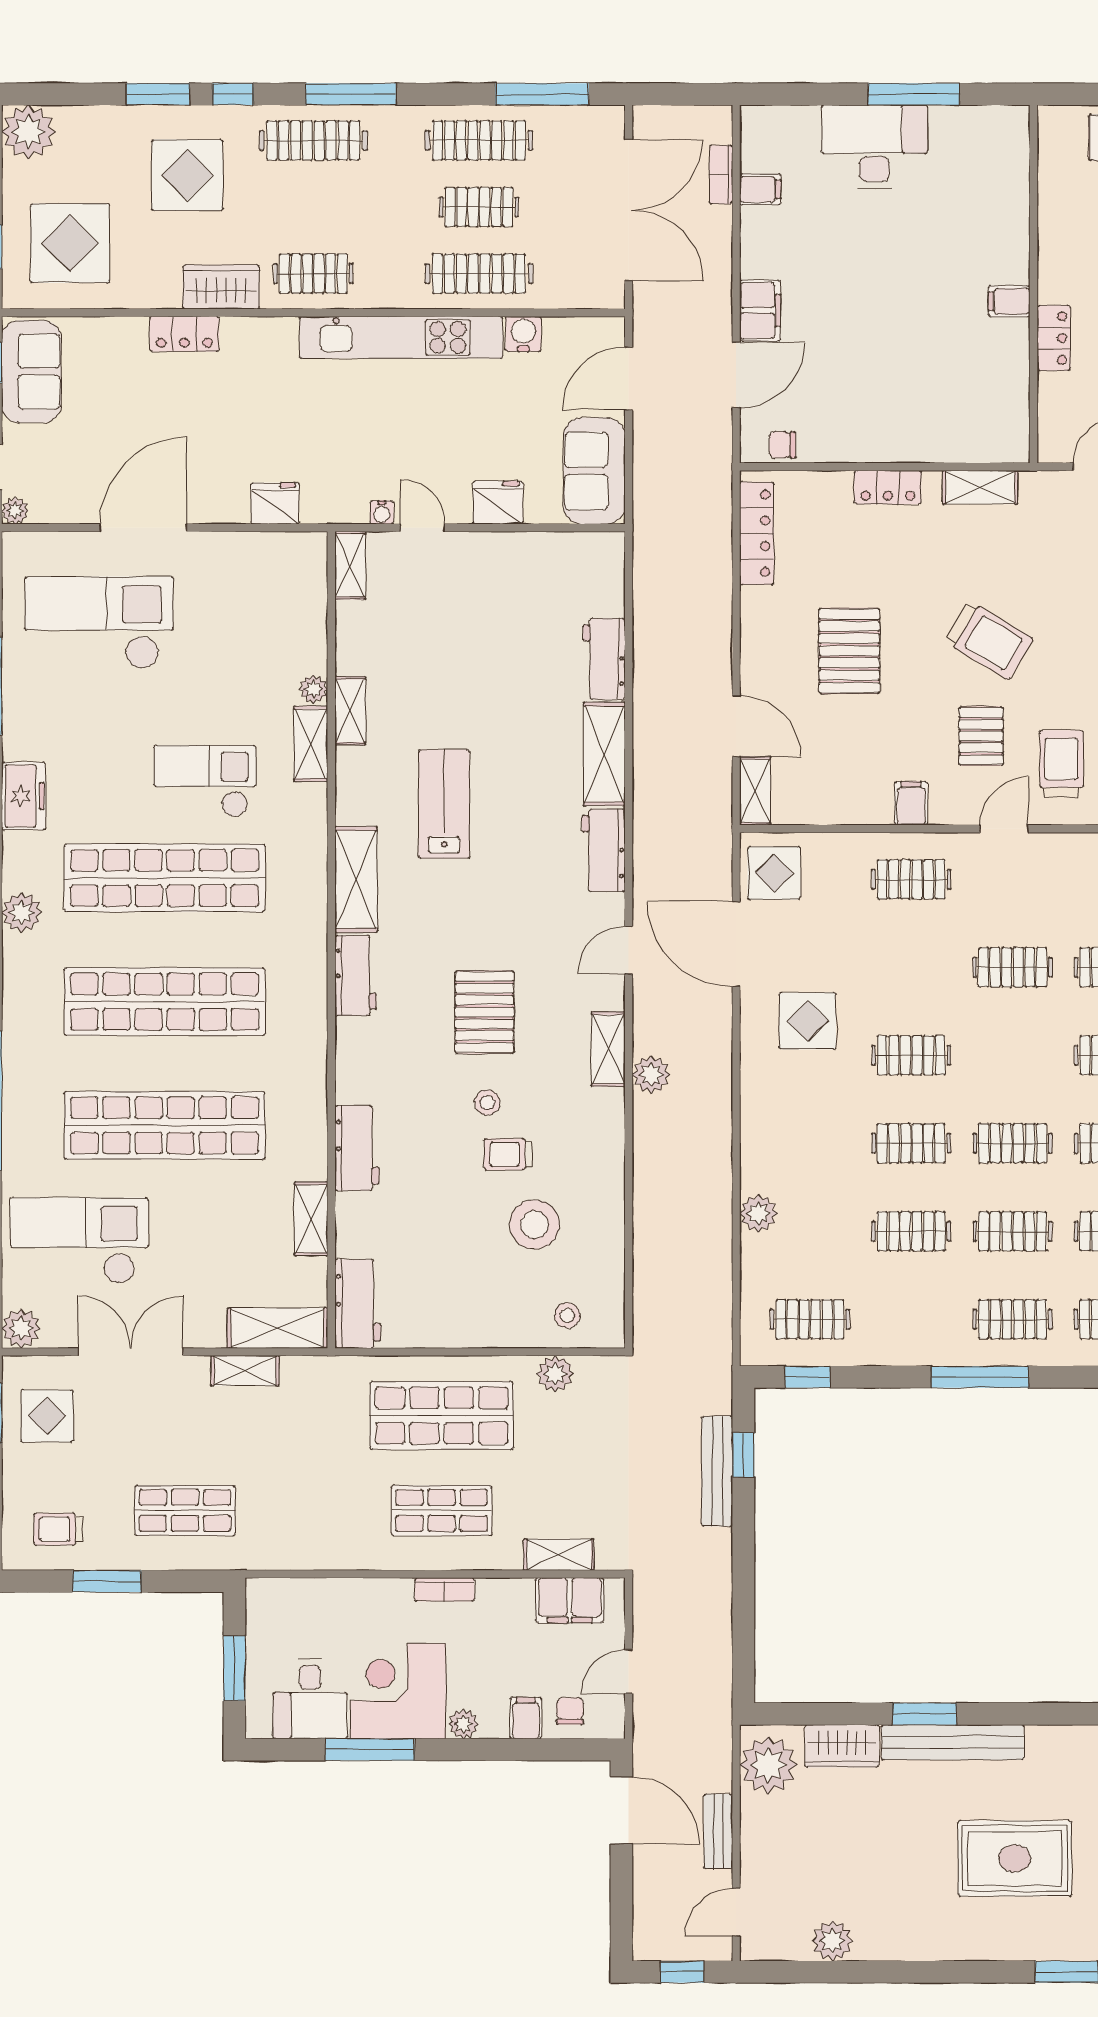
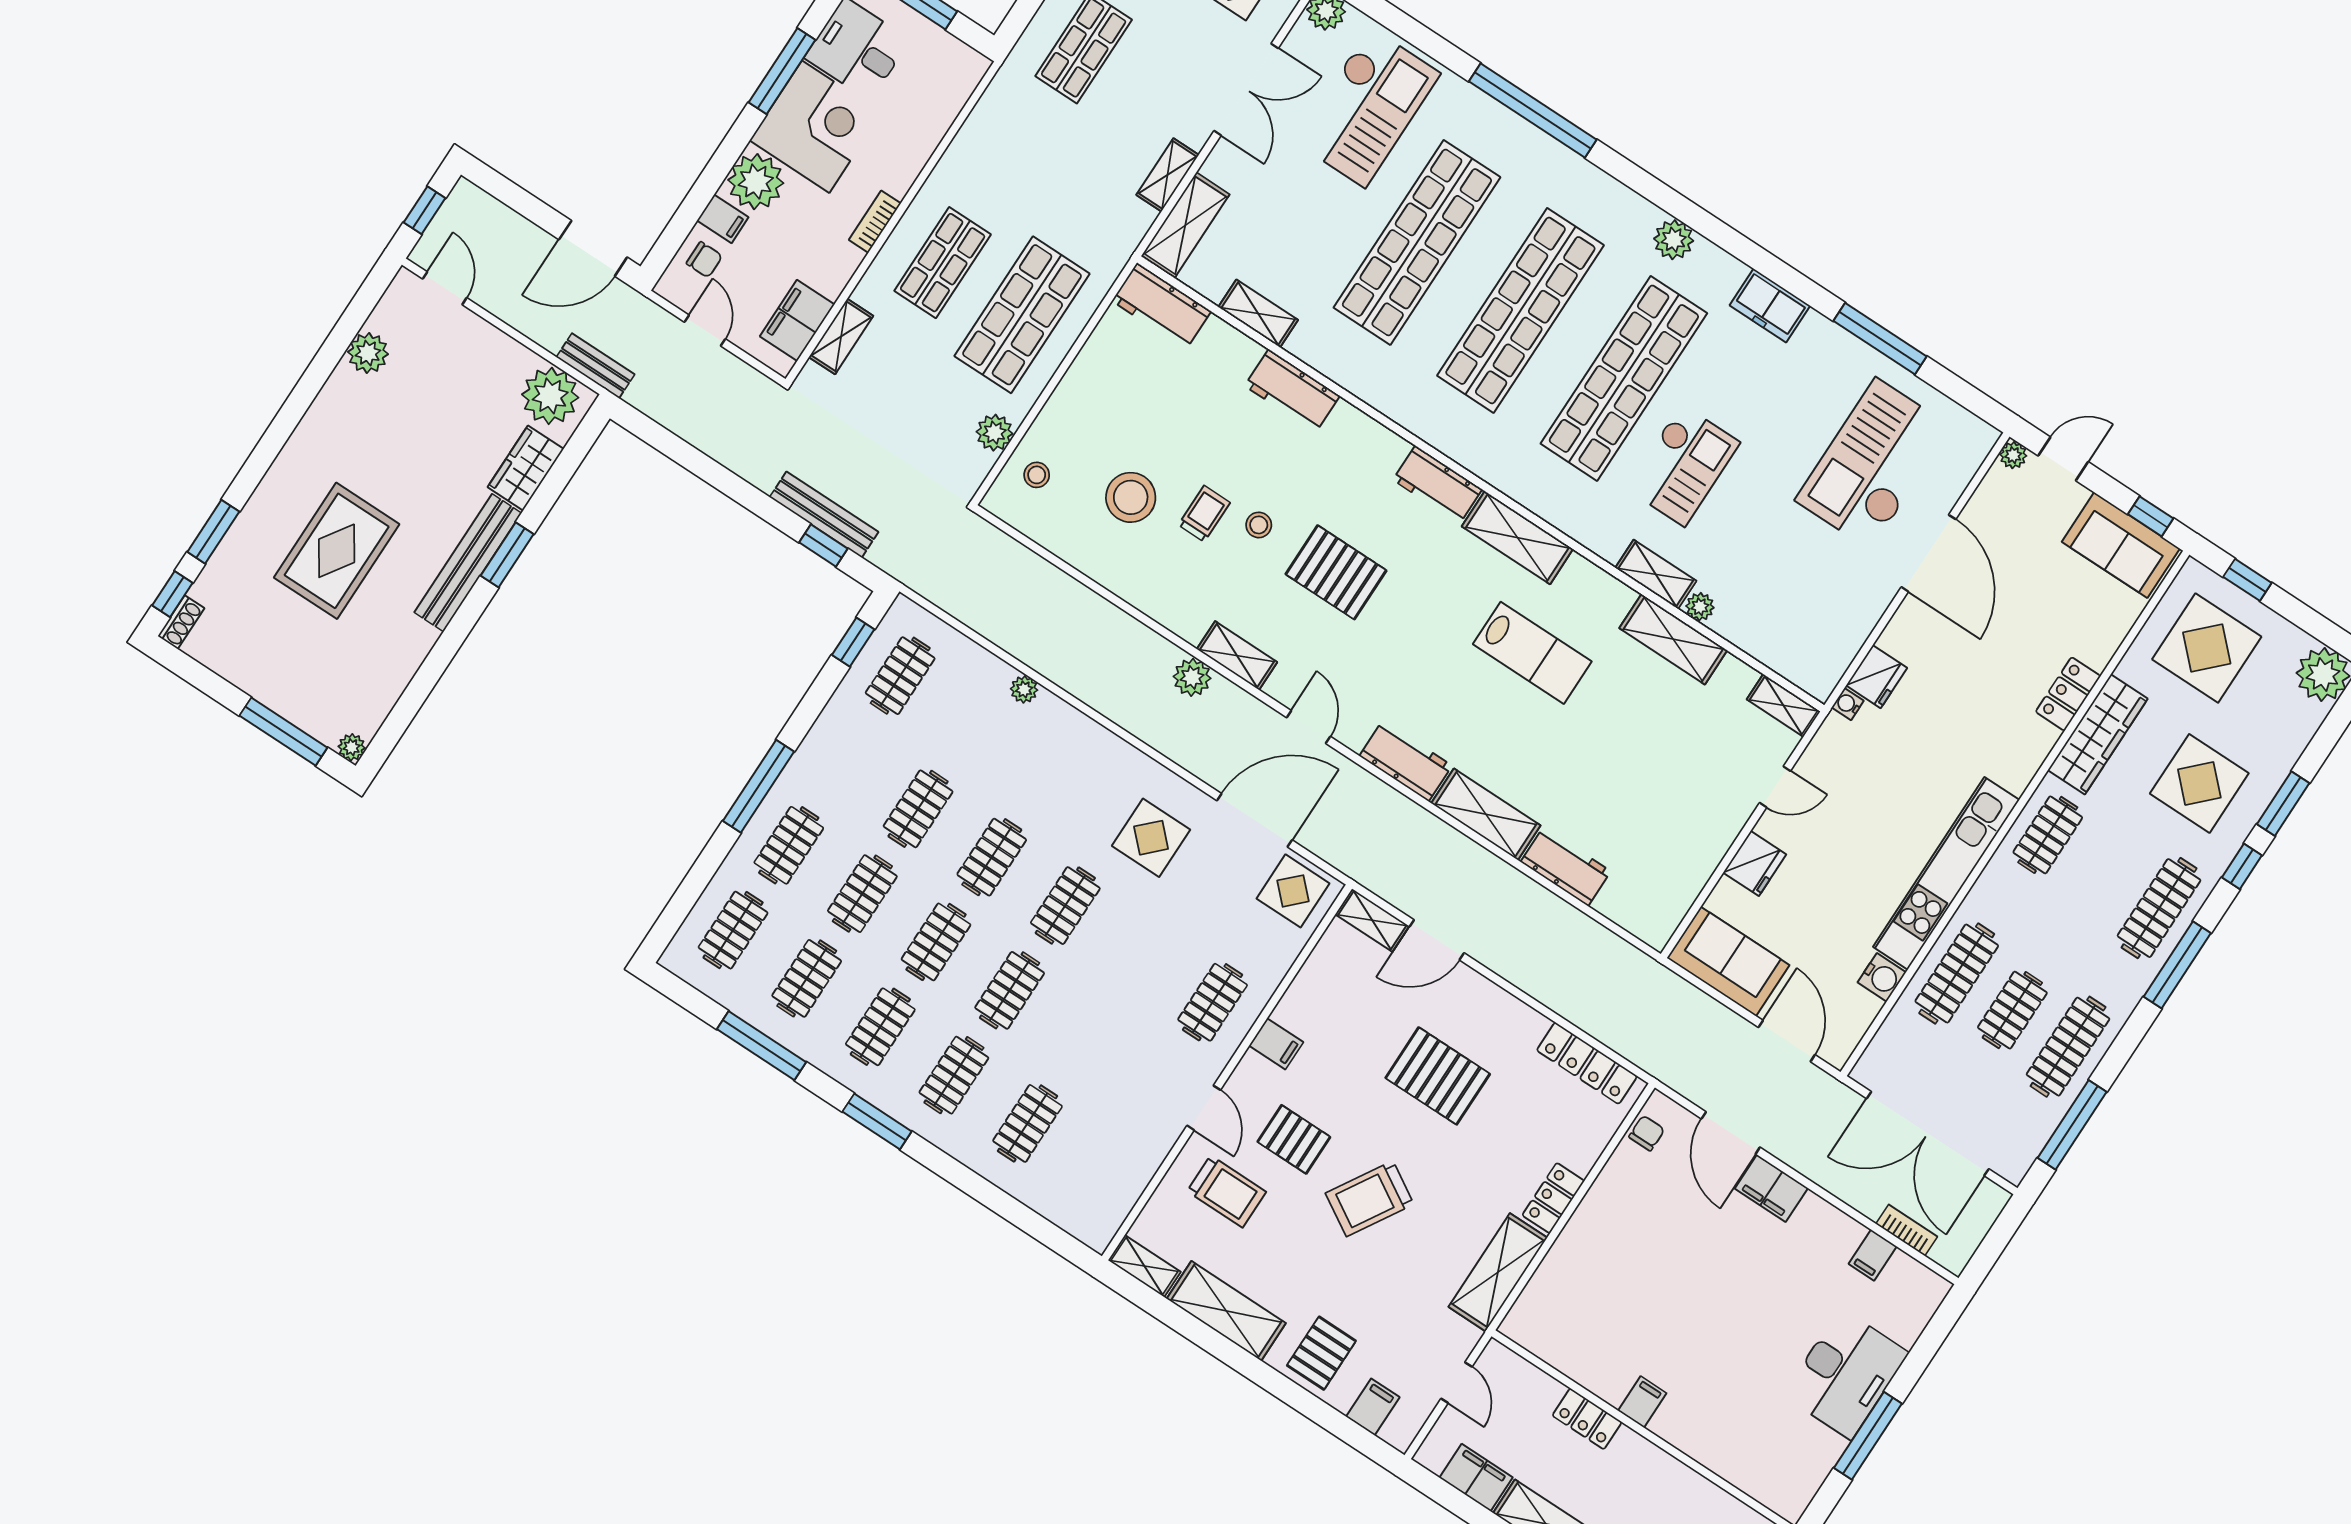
wardrobe: (221, 287) -> (2098, 734), width x1.50
shelving: (980, 487) -> (1498, 1272), width x1.50, depth x1.33
water cooler: (382, 512) -> (1848, 704), moved
checkout: (99, 623) -> (1873, 464), turned 180
shelving: (350, 711) -> (1673, 639), width x1.50, depth x1.33
clothes rail: (1013, 967) -> (1010, 990), moved
plant: (758, 1213) -> (1024, 689), width x0.73, depth x0.73
plant: (463, 1724) -> (756, 182), width x1.87, depth x1.87
bench: (718, 1831) -> (595, 366), moved

